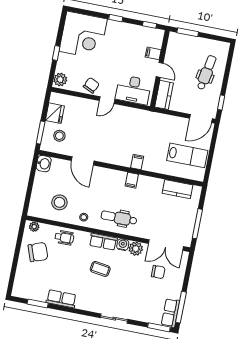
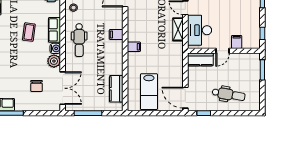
shelving: (128, 112) -> (178, 29), added
filing cabinet: (132, 180) -> (116, 34), moved
dental chair: (119, 218) -> (79, 40), turned 180
double door: (166, 245) -> (63, 88), swing flipped

